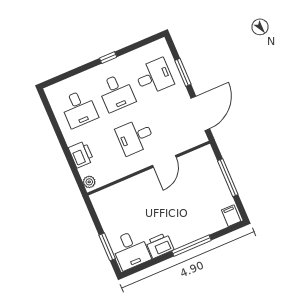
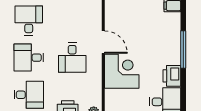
desk: (116, 93) -> (29, 58), turned 180
corner desk: (143, 193) -> (122, 71), added

